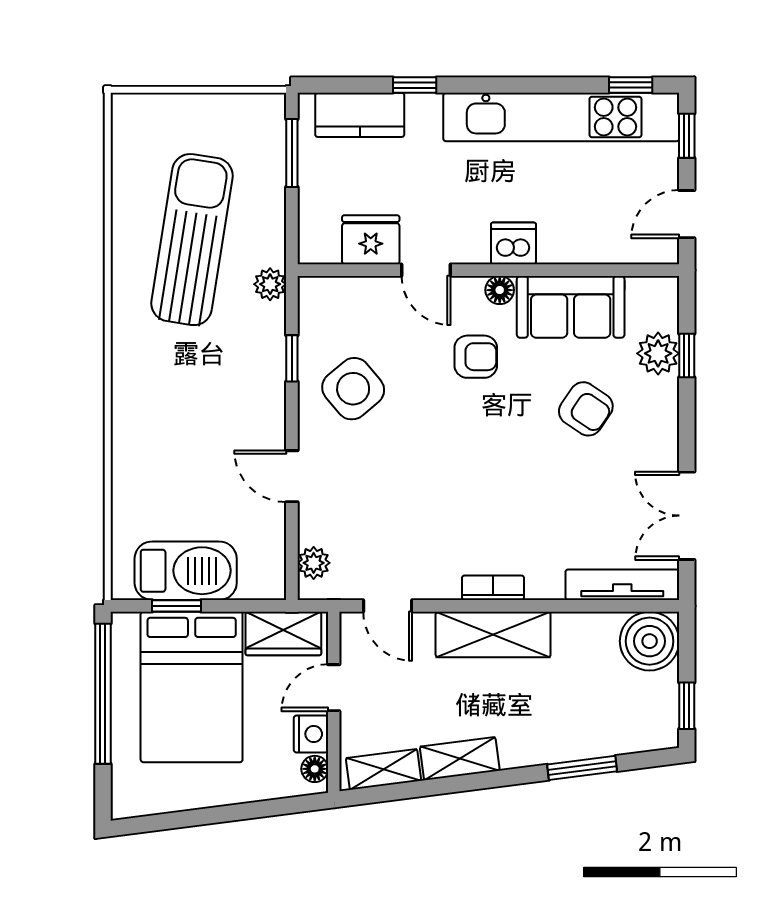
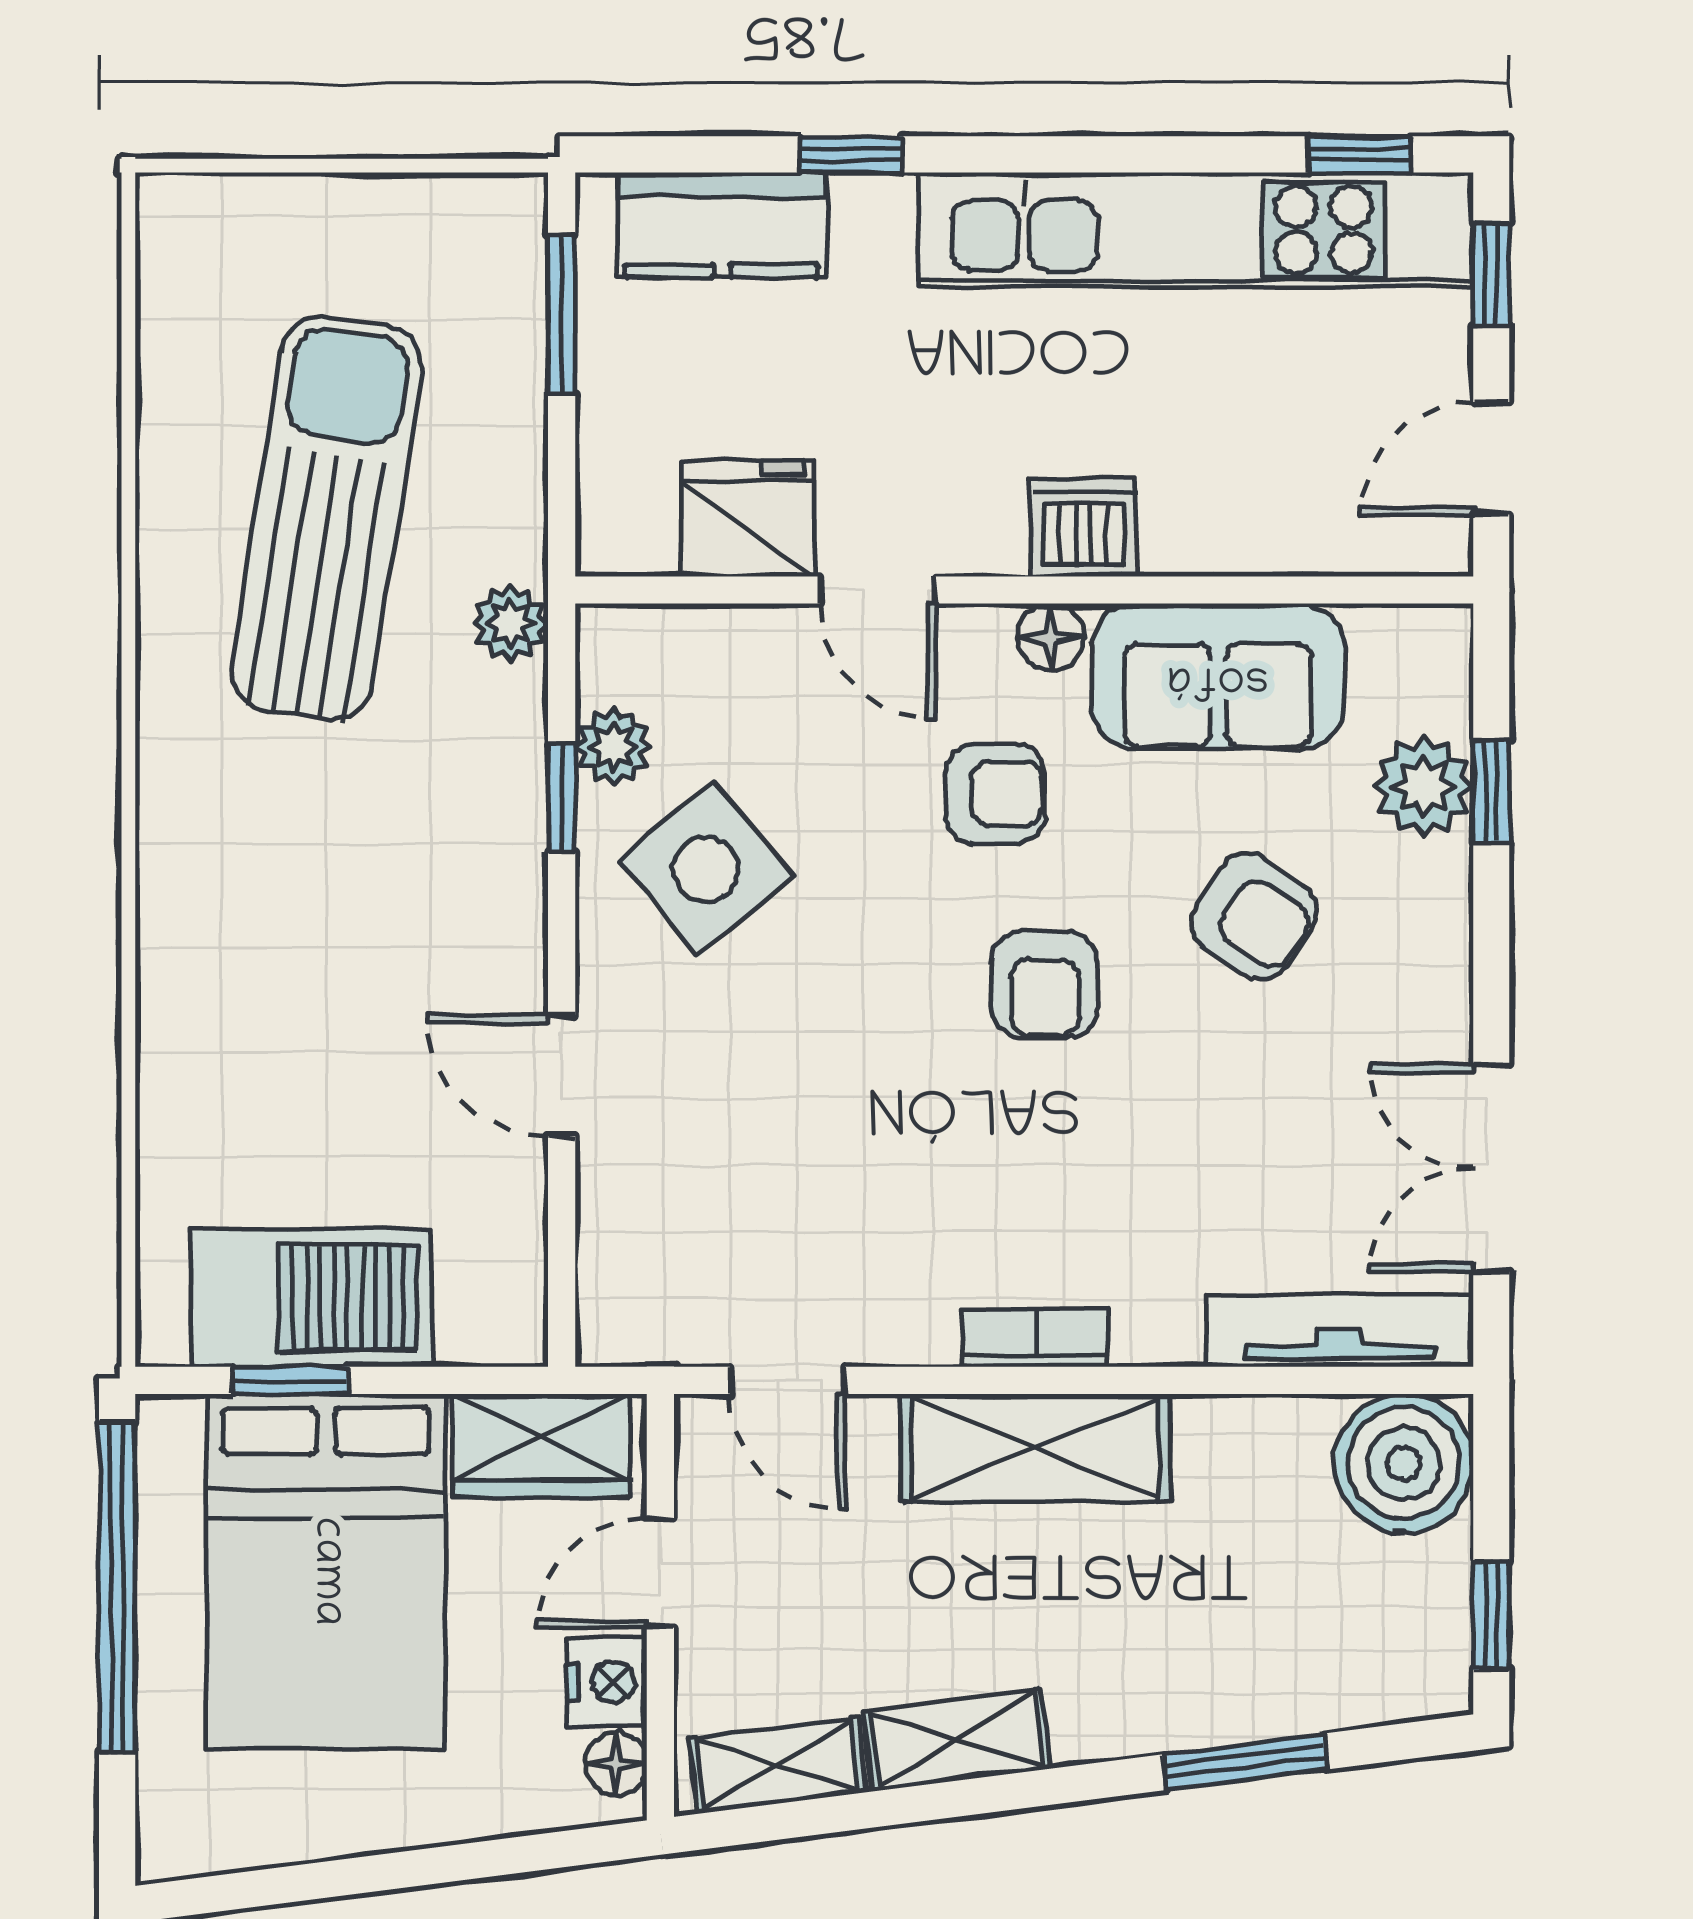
armchair: (497, 438) -> (1044, 985), added
plant: (314, 563) -> (613, 747), moved

